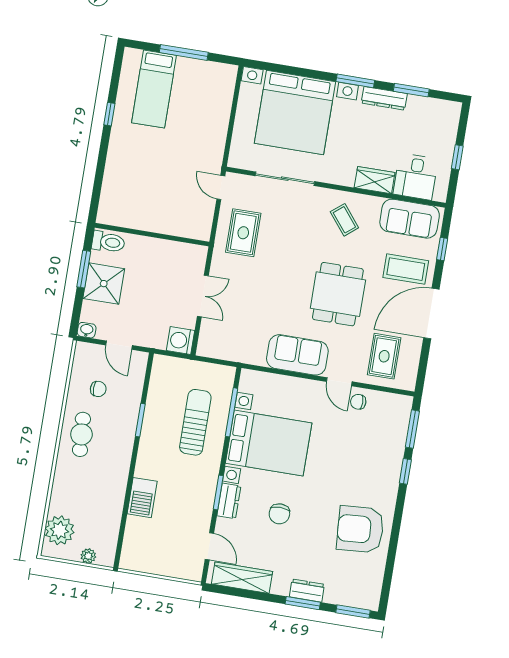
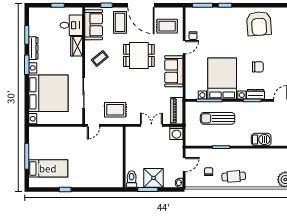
piano: (222, 348) -> (177, 111), added

